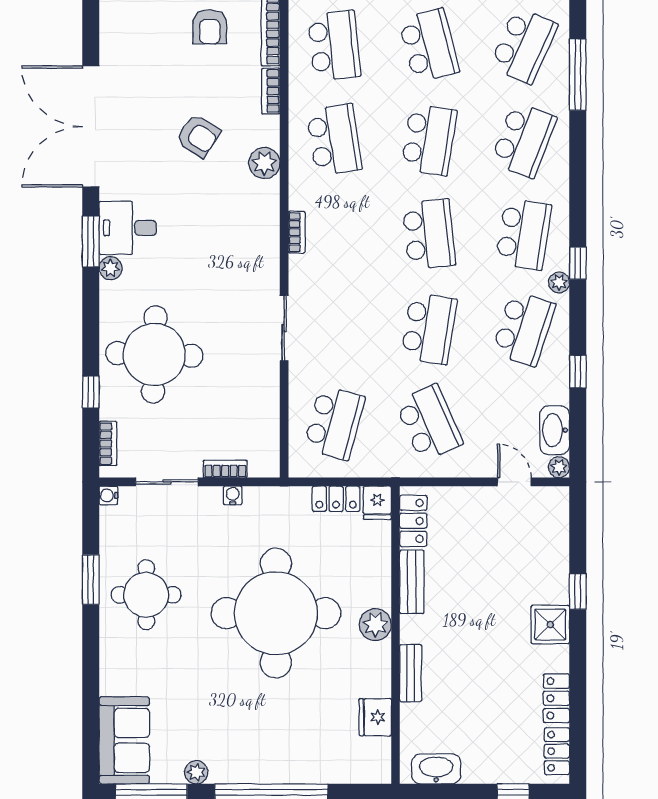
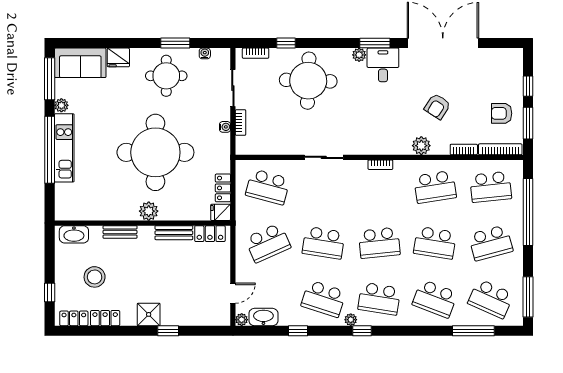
water cooler: (108, 495) -> (205, 53), moved
stool: (487, 716) -> (95, 277), added
fridge: (375, 717) -> (118, 57), moved, turned 180
kitchen unit: (268, 768) -> (64, 148), added
washbasin: (436, 769) -> (74, 234), moved, turned 90

